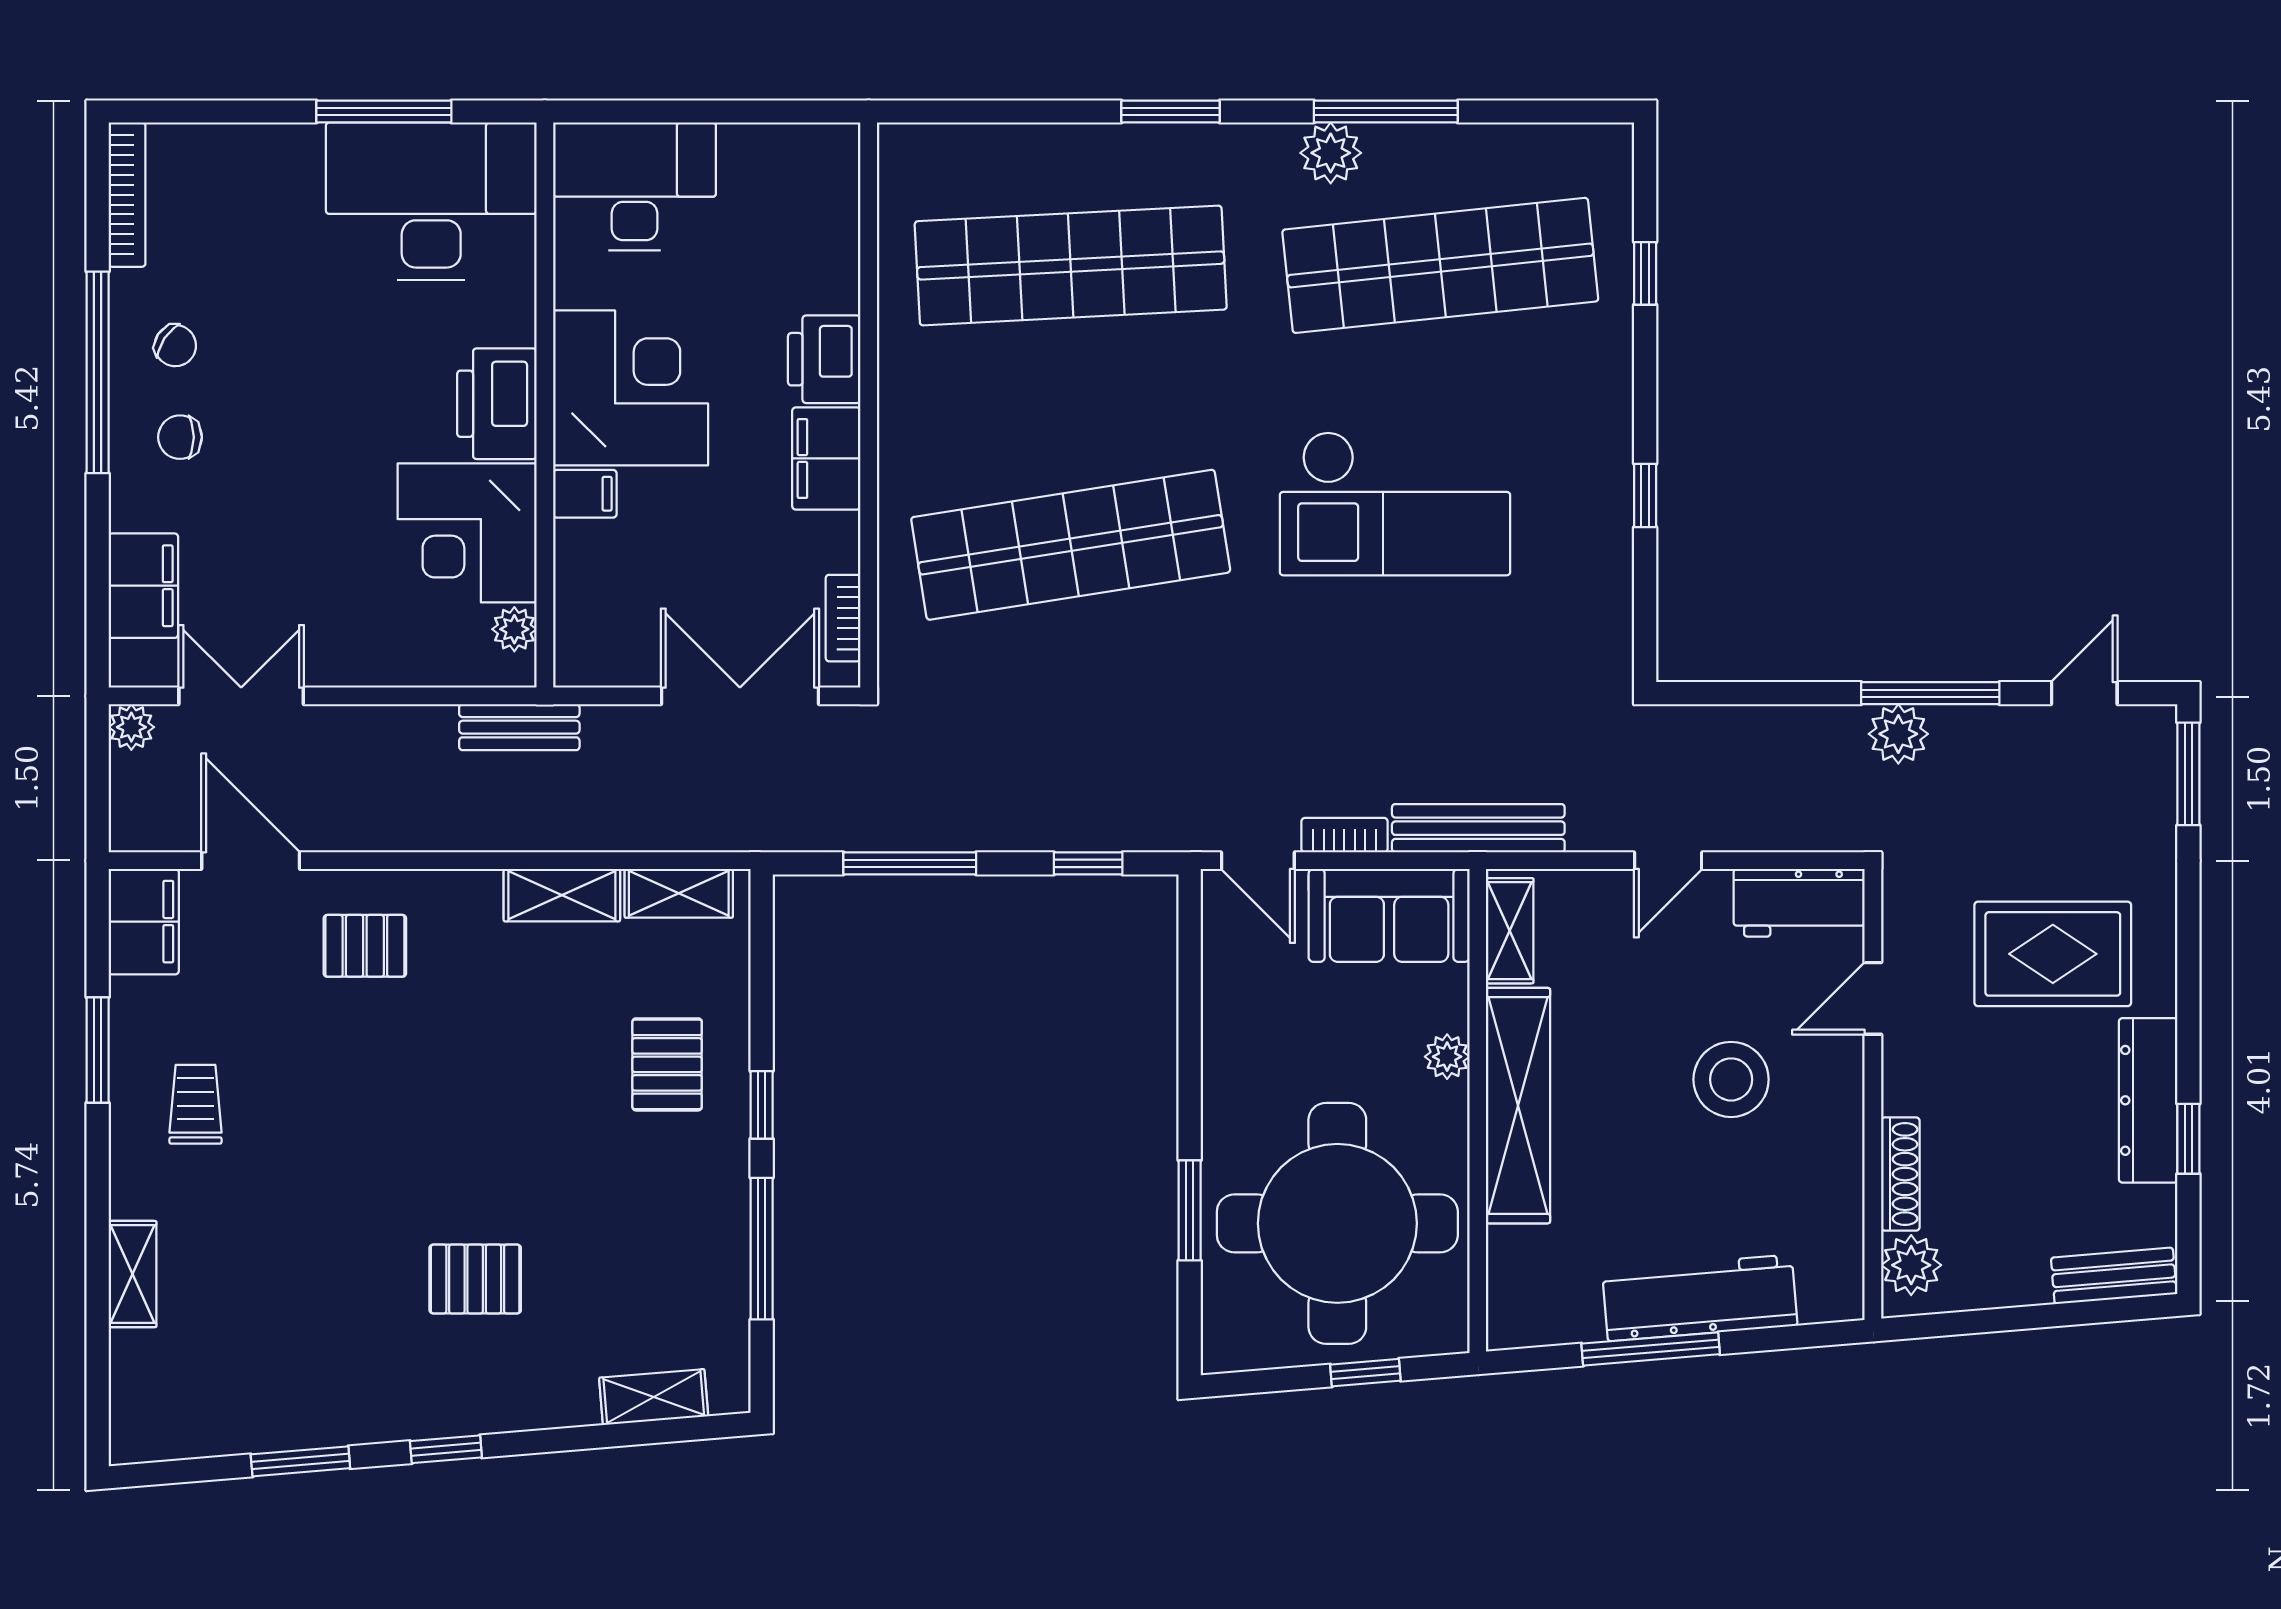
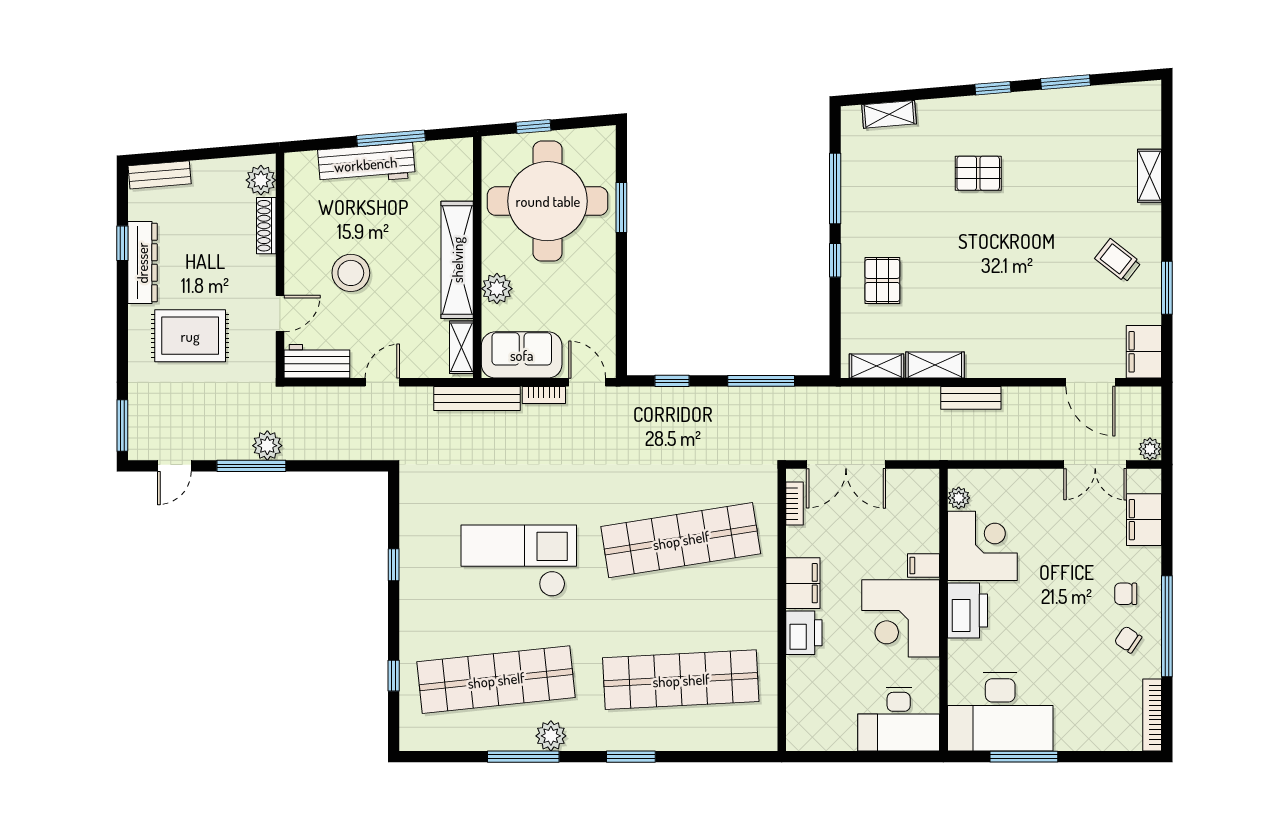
chair: (180, 437) -> (1126, 594), turned 180
bench: (519, 727) -> (971, 398), moved
pallet: (365, 946) -> (1033, 340), removed
plant: (1447, 1057) -> (497, 289), width x1.38, depth x1.38
trolley: (195, 1104) -> (1118, 261), turned 128

